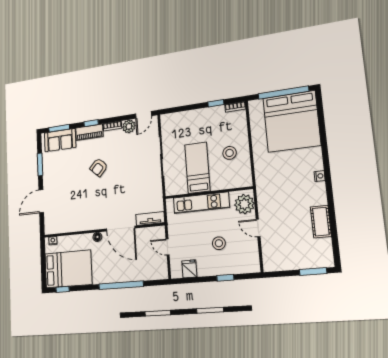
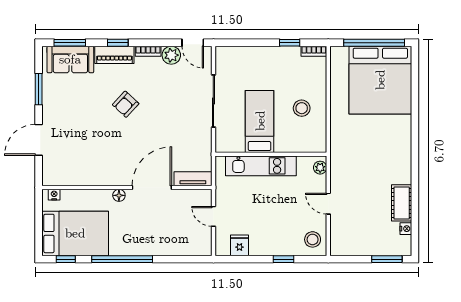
door: (144, 115) -> (193, 43), hinge flipped
nightstand: (320, 176) -> (406, 229), moved
plant: (244, 204) -> (320, 168), width x0.53, depth x0.53
door: (121, 229) -> (152, 188), swing flipped
stool: (219, 243) -> (313, 239), moved
window: (121, 285) -> (122, 259), moved

